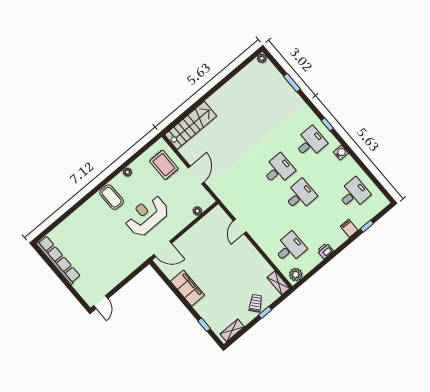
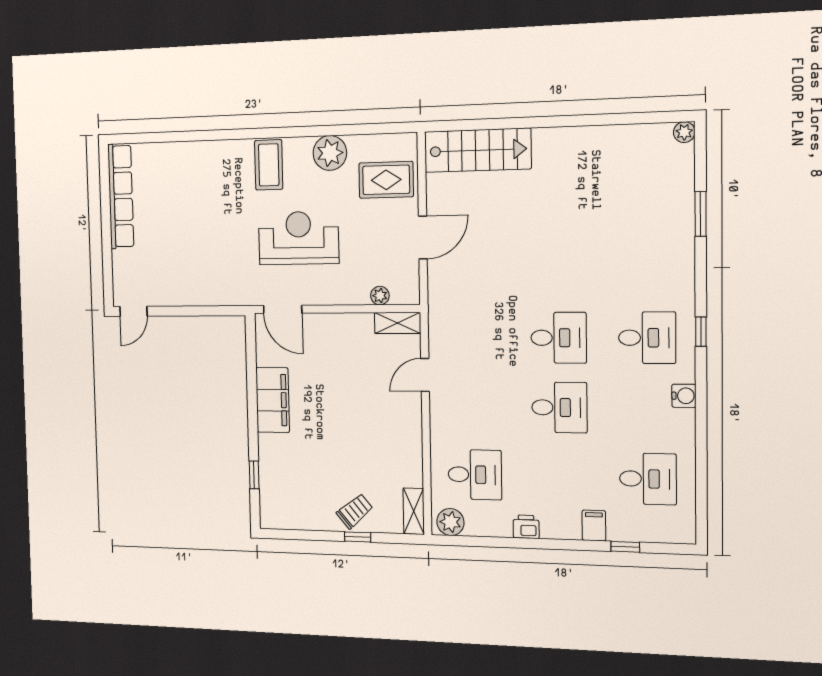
rug: (164, 165) -> (386, 180), turned 90
plant: (127, 172) -> (330, 153), width x1.88, depth x1.88
shelving: (232, 330) -> (398, 323), moved

